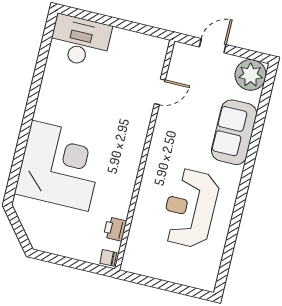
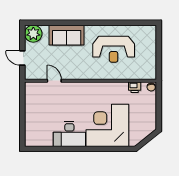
desk: (80, 41) -> (69, 134), moved, turned -90

